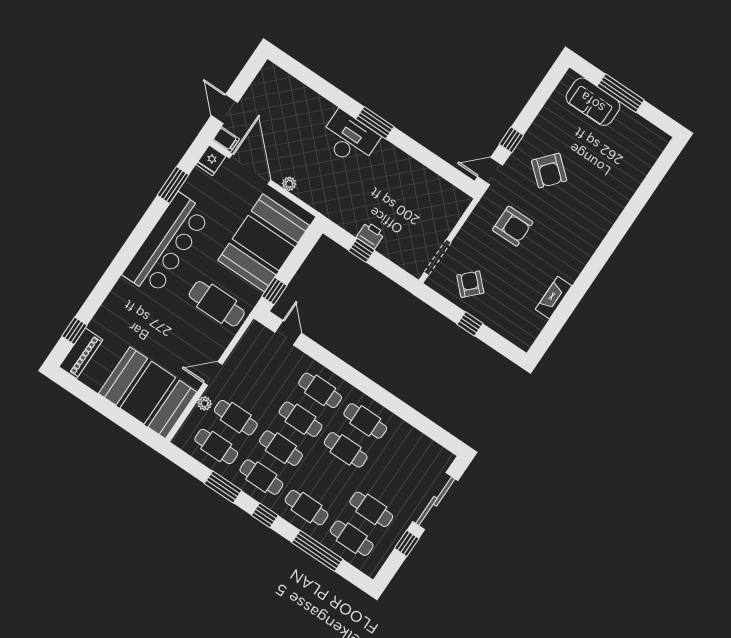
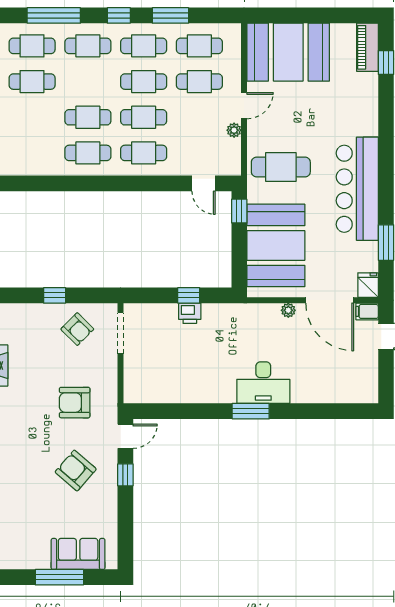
plant: (205, 403) -> (234, 130), moved

